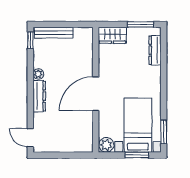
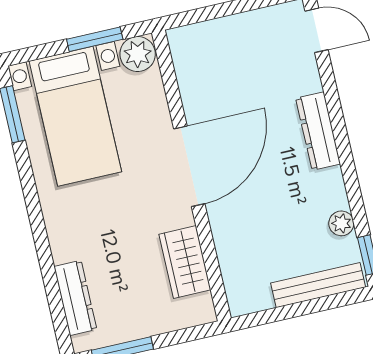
wardrobe: (112, 35) -> (185, 262), moved, turned -90
plant: (38, 74) -> (341, 223), moved
window: (137, 155) -> (95, 39), moved

